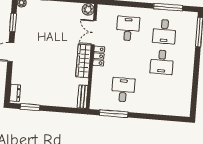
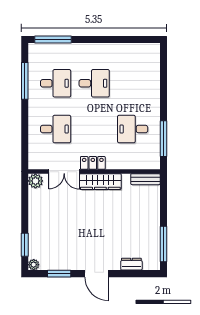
desk: (128, 29) -> (56, 129), turned 180
dresser: (15, 93) -> (131, 264), moved
window: (30, 107) -> (164, 244), width x1.44

